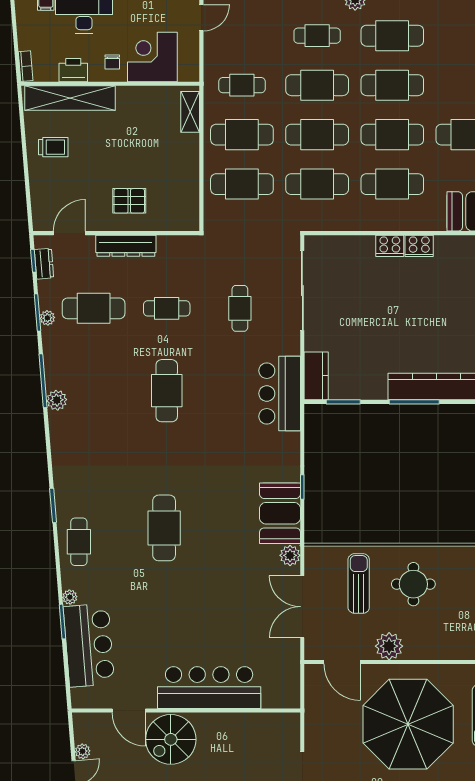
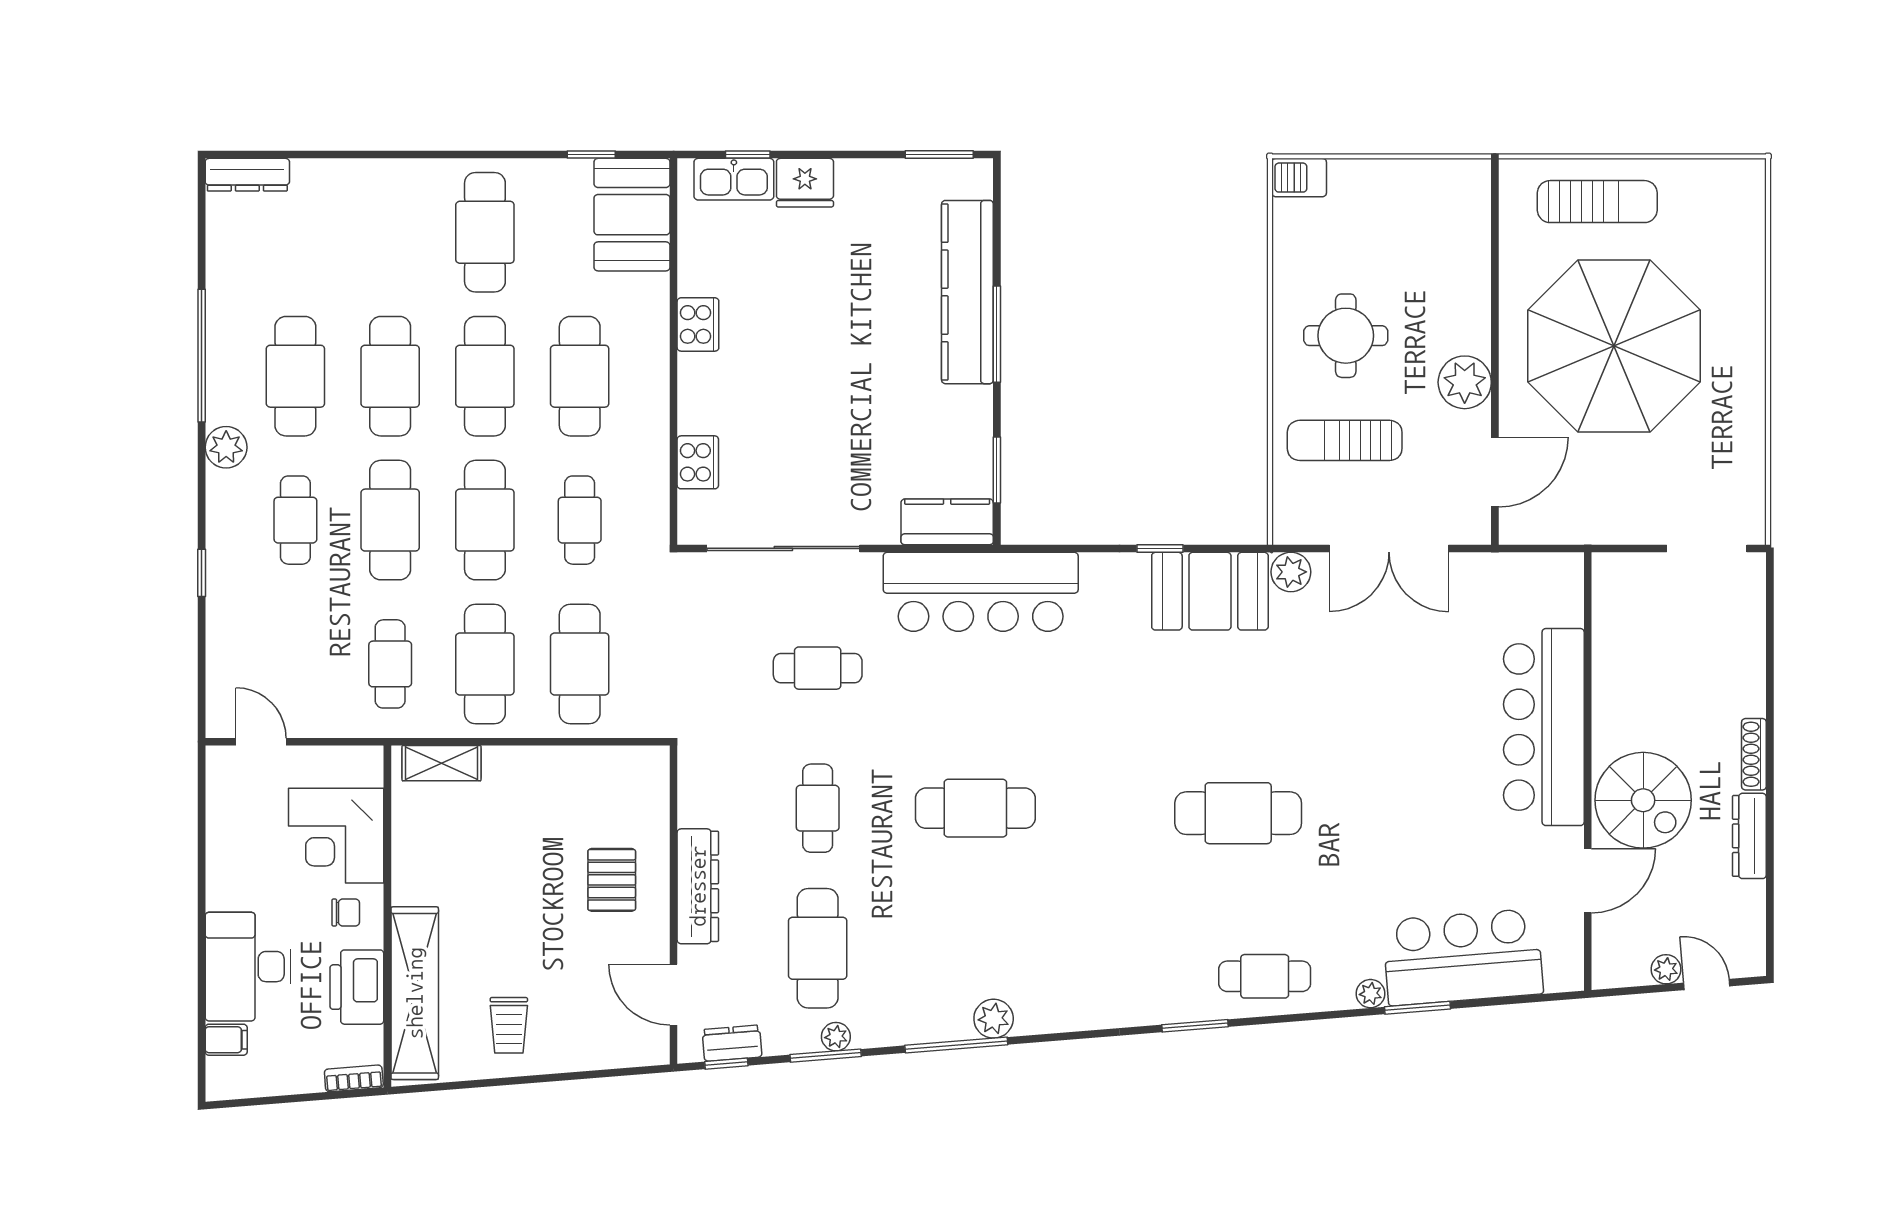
printer: (73, 70) -> (357, 987), width x1.37, depth x1.19
trolley: (53, 147) -> (509, 1025), turned 180
cafe table: (317, 184) -> (580, 520), width x0.73, depth x0.74
cooker: (390, 246) -> (698, 462), moved
bar counter: (280, 393) -> (981, 592), width x1.36

